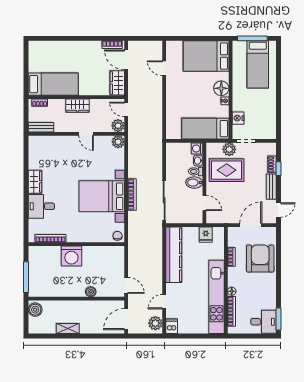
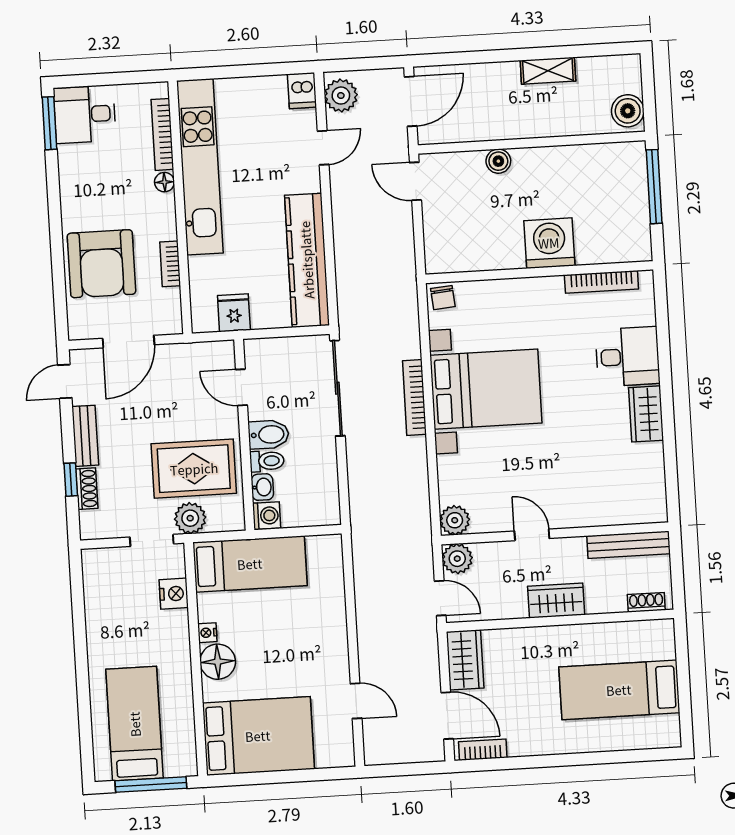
bed: (53, 84) -> (619, 690), moved
bench: (41, 127) -> (629, 545), width x1.36

